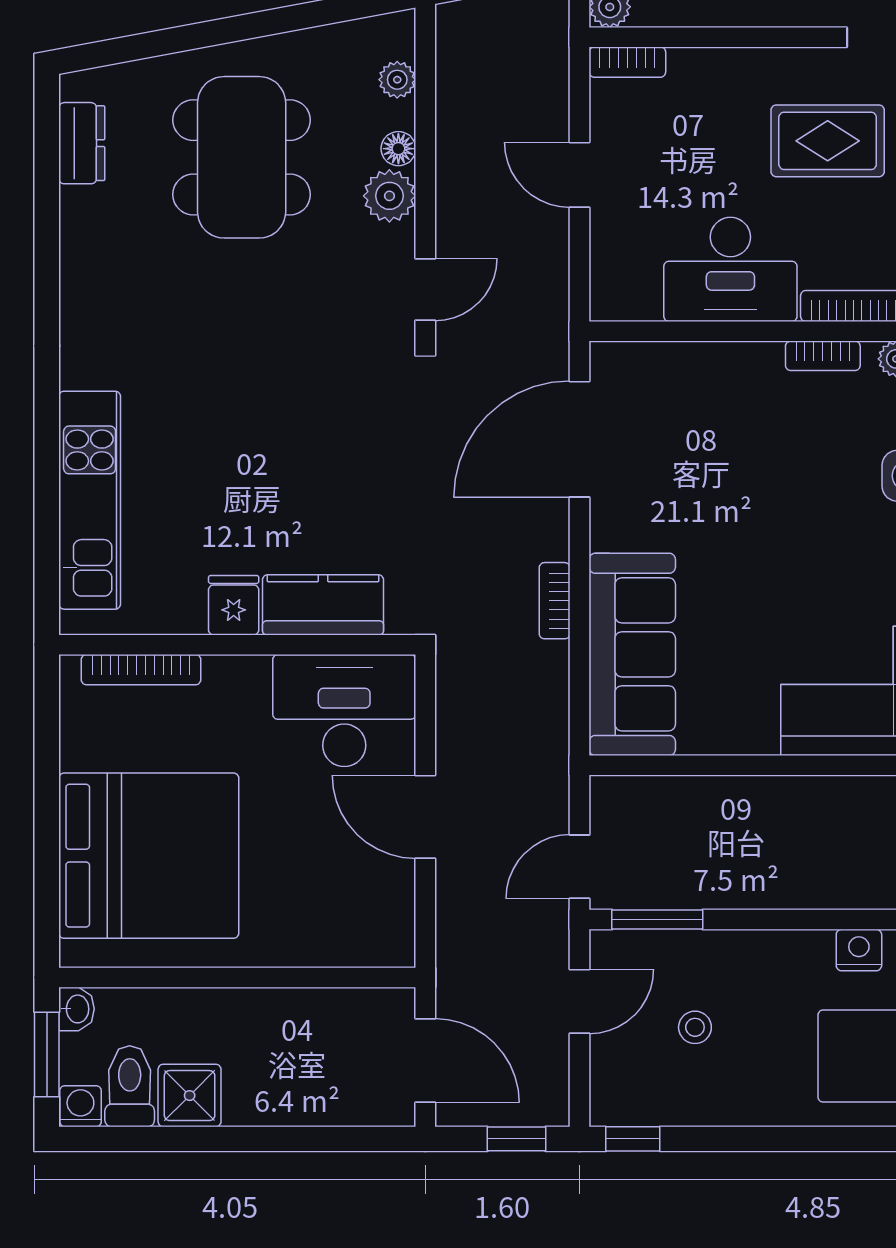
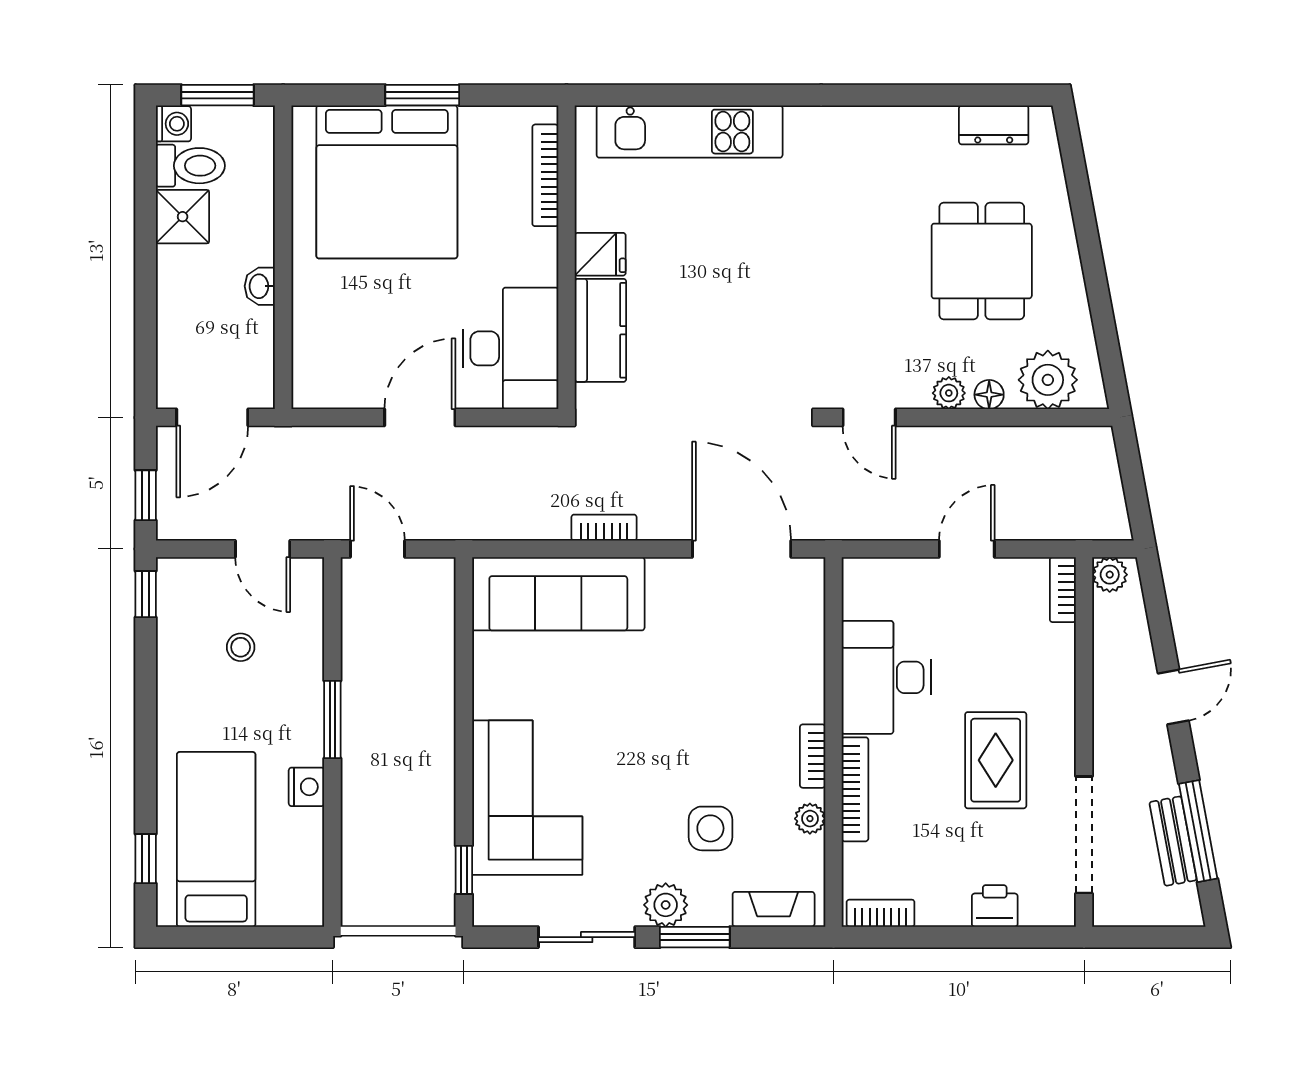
plant: (397, 80) -> (1048, 380), width x1.88, depth x1.88
dining table: (242, 157) -> (982, 261), width x0.73
plant: (389, 196) -> (949, 393), width x0.73, depth x0.73
window: (47, 814) -> (422, 95), added
window: (657, 920) -> (332, 719), moved
washbasin: (77, 1009) -> (260, 286), moved, turned 90

